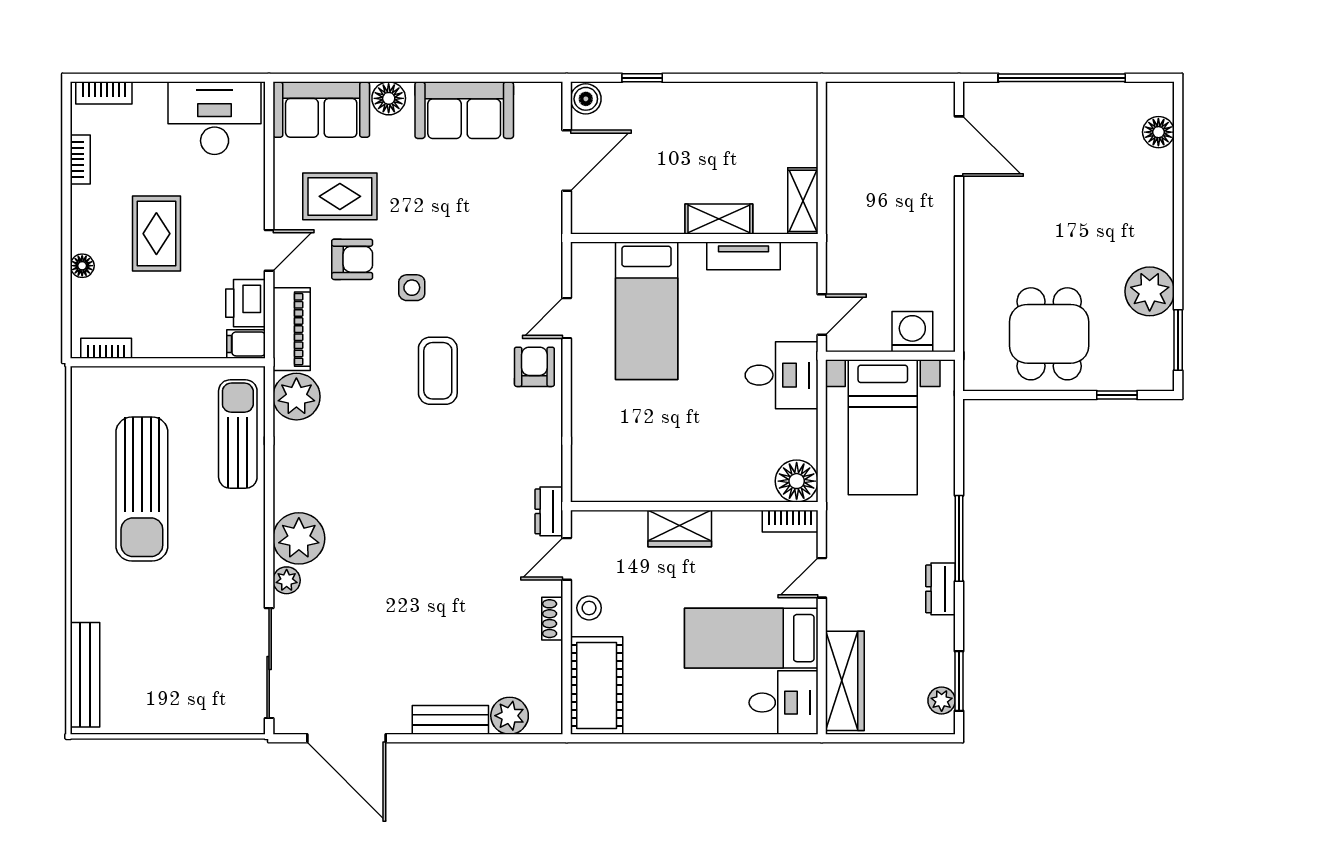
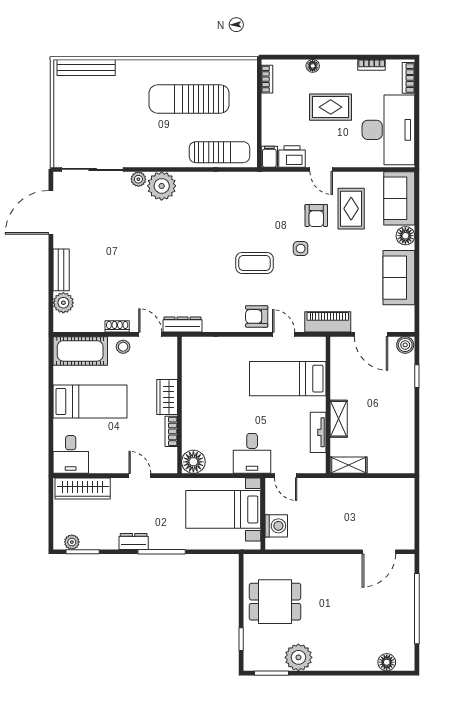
desk: (215, 118) -> (388, 130), width x1.36, depth x1.30
piano: (292, 329) -> (328, 322), moved, turned 180
armchair: (534, 367) -> (257, 316), turned 180
plant: (296, 397) -> (240, 185), removed
dresser: (549, 511) -> (182, 325), width x1.44
bookcase: (790, 521) -> (171, 431), moved
bed: (751, 638) -> (90, 402), moved, turned 90

